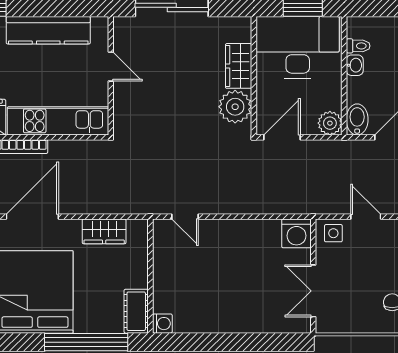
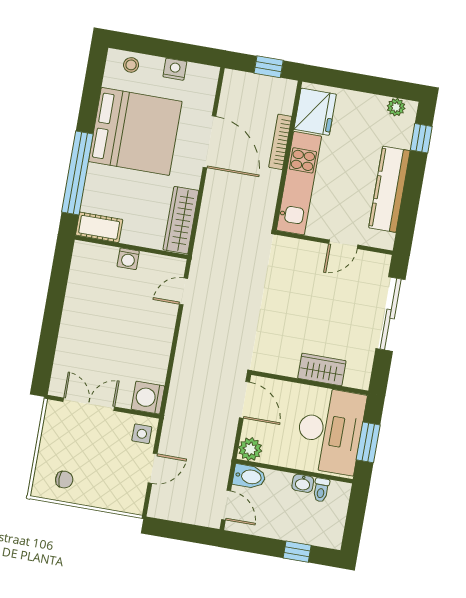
plant: (235, 107) -> (282, 359), removed
wardrobe: (104, 231) -> (181, 220), width x1.50
washing machine: (162, 324) -> (128, 259), moved

